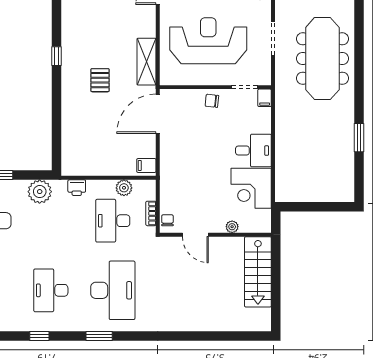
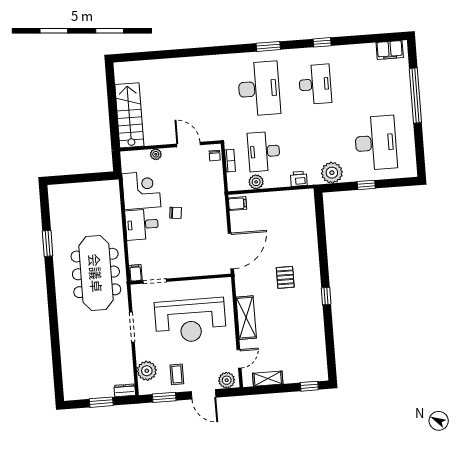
meeting table: (322, 59) -> (96, 273), moved
shelving: (146, 62) -> (246, 318), moved
chair: (212, 101) -> (176, 213), moved
desk: (113, 221) -> (264, 151), turned 180
desk: (113, 290) -> (259, 89), turned 180

